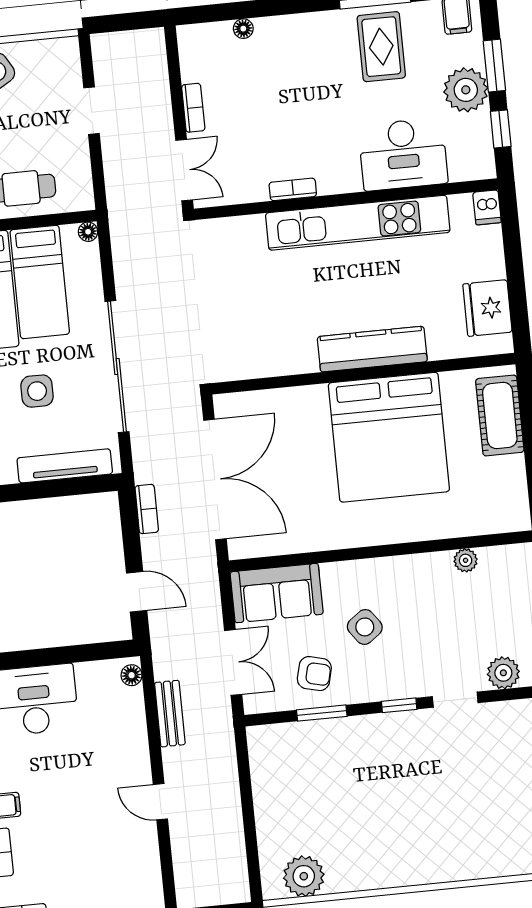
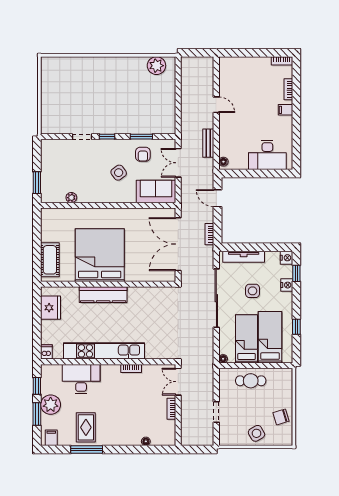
plant: (503, 673) -> (60, 146), removed
armchair: (314, 674) -> (143, 154), turned -104

